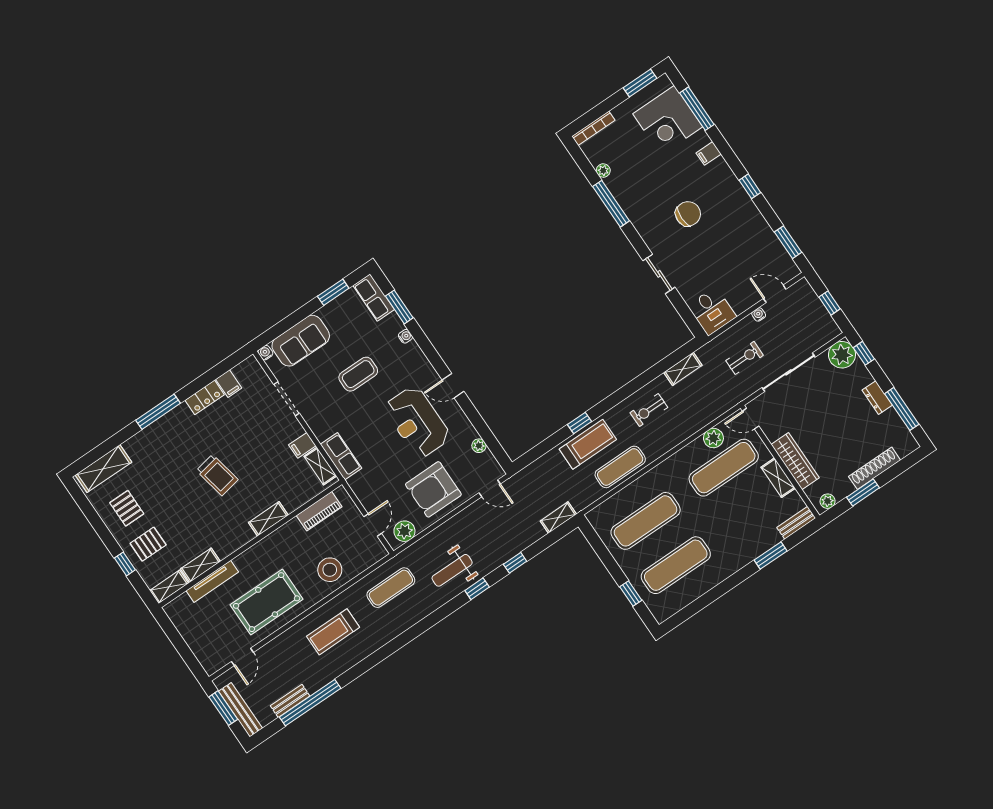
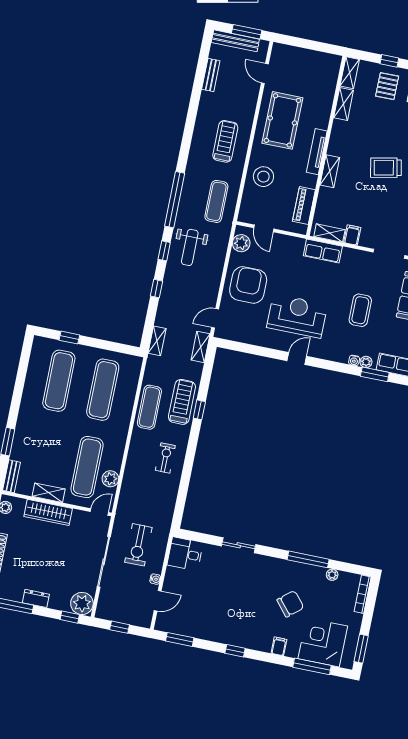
chair: (688, 214) -> (290, 604), moved, turned -130
exercise bike: (745, 358) -> (138, 545), width x1.38, depth x1.39
shelving: (683, 369) -> (201, 347), moved
treadmill: (588, 444) -> (182, 402), turned 180
plant: (479, 446) -> (366, 362), moved
weight bench: (452, 570) -> (190, 247), turned 180
tv unit: (212, 581) -> (317, 152), moved
window: (310, 703) -> (175, 200), moved

